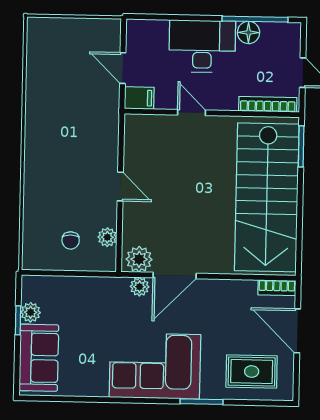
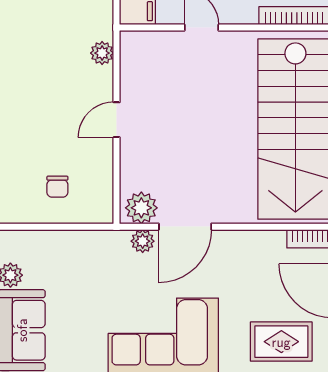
door: (120, 187) -> (117, 120), swing flipped
plant: (107, 237) -> (102, 53), moved

